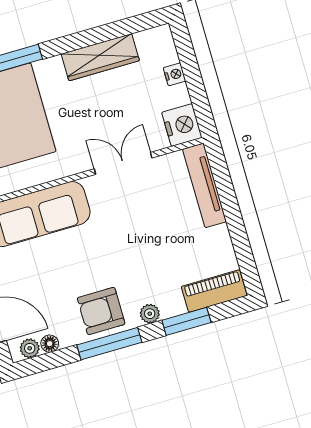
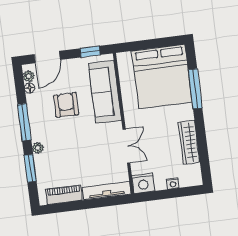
piano: (214, 291) -> (64, 195), moved, turned -90
armchair: (101, 311) -> (66, 105), moved

